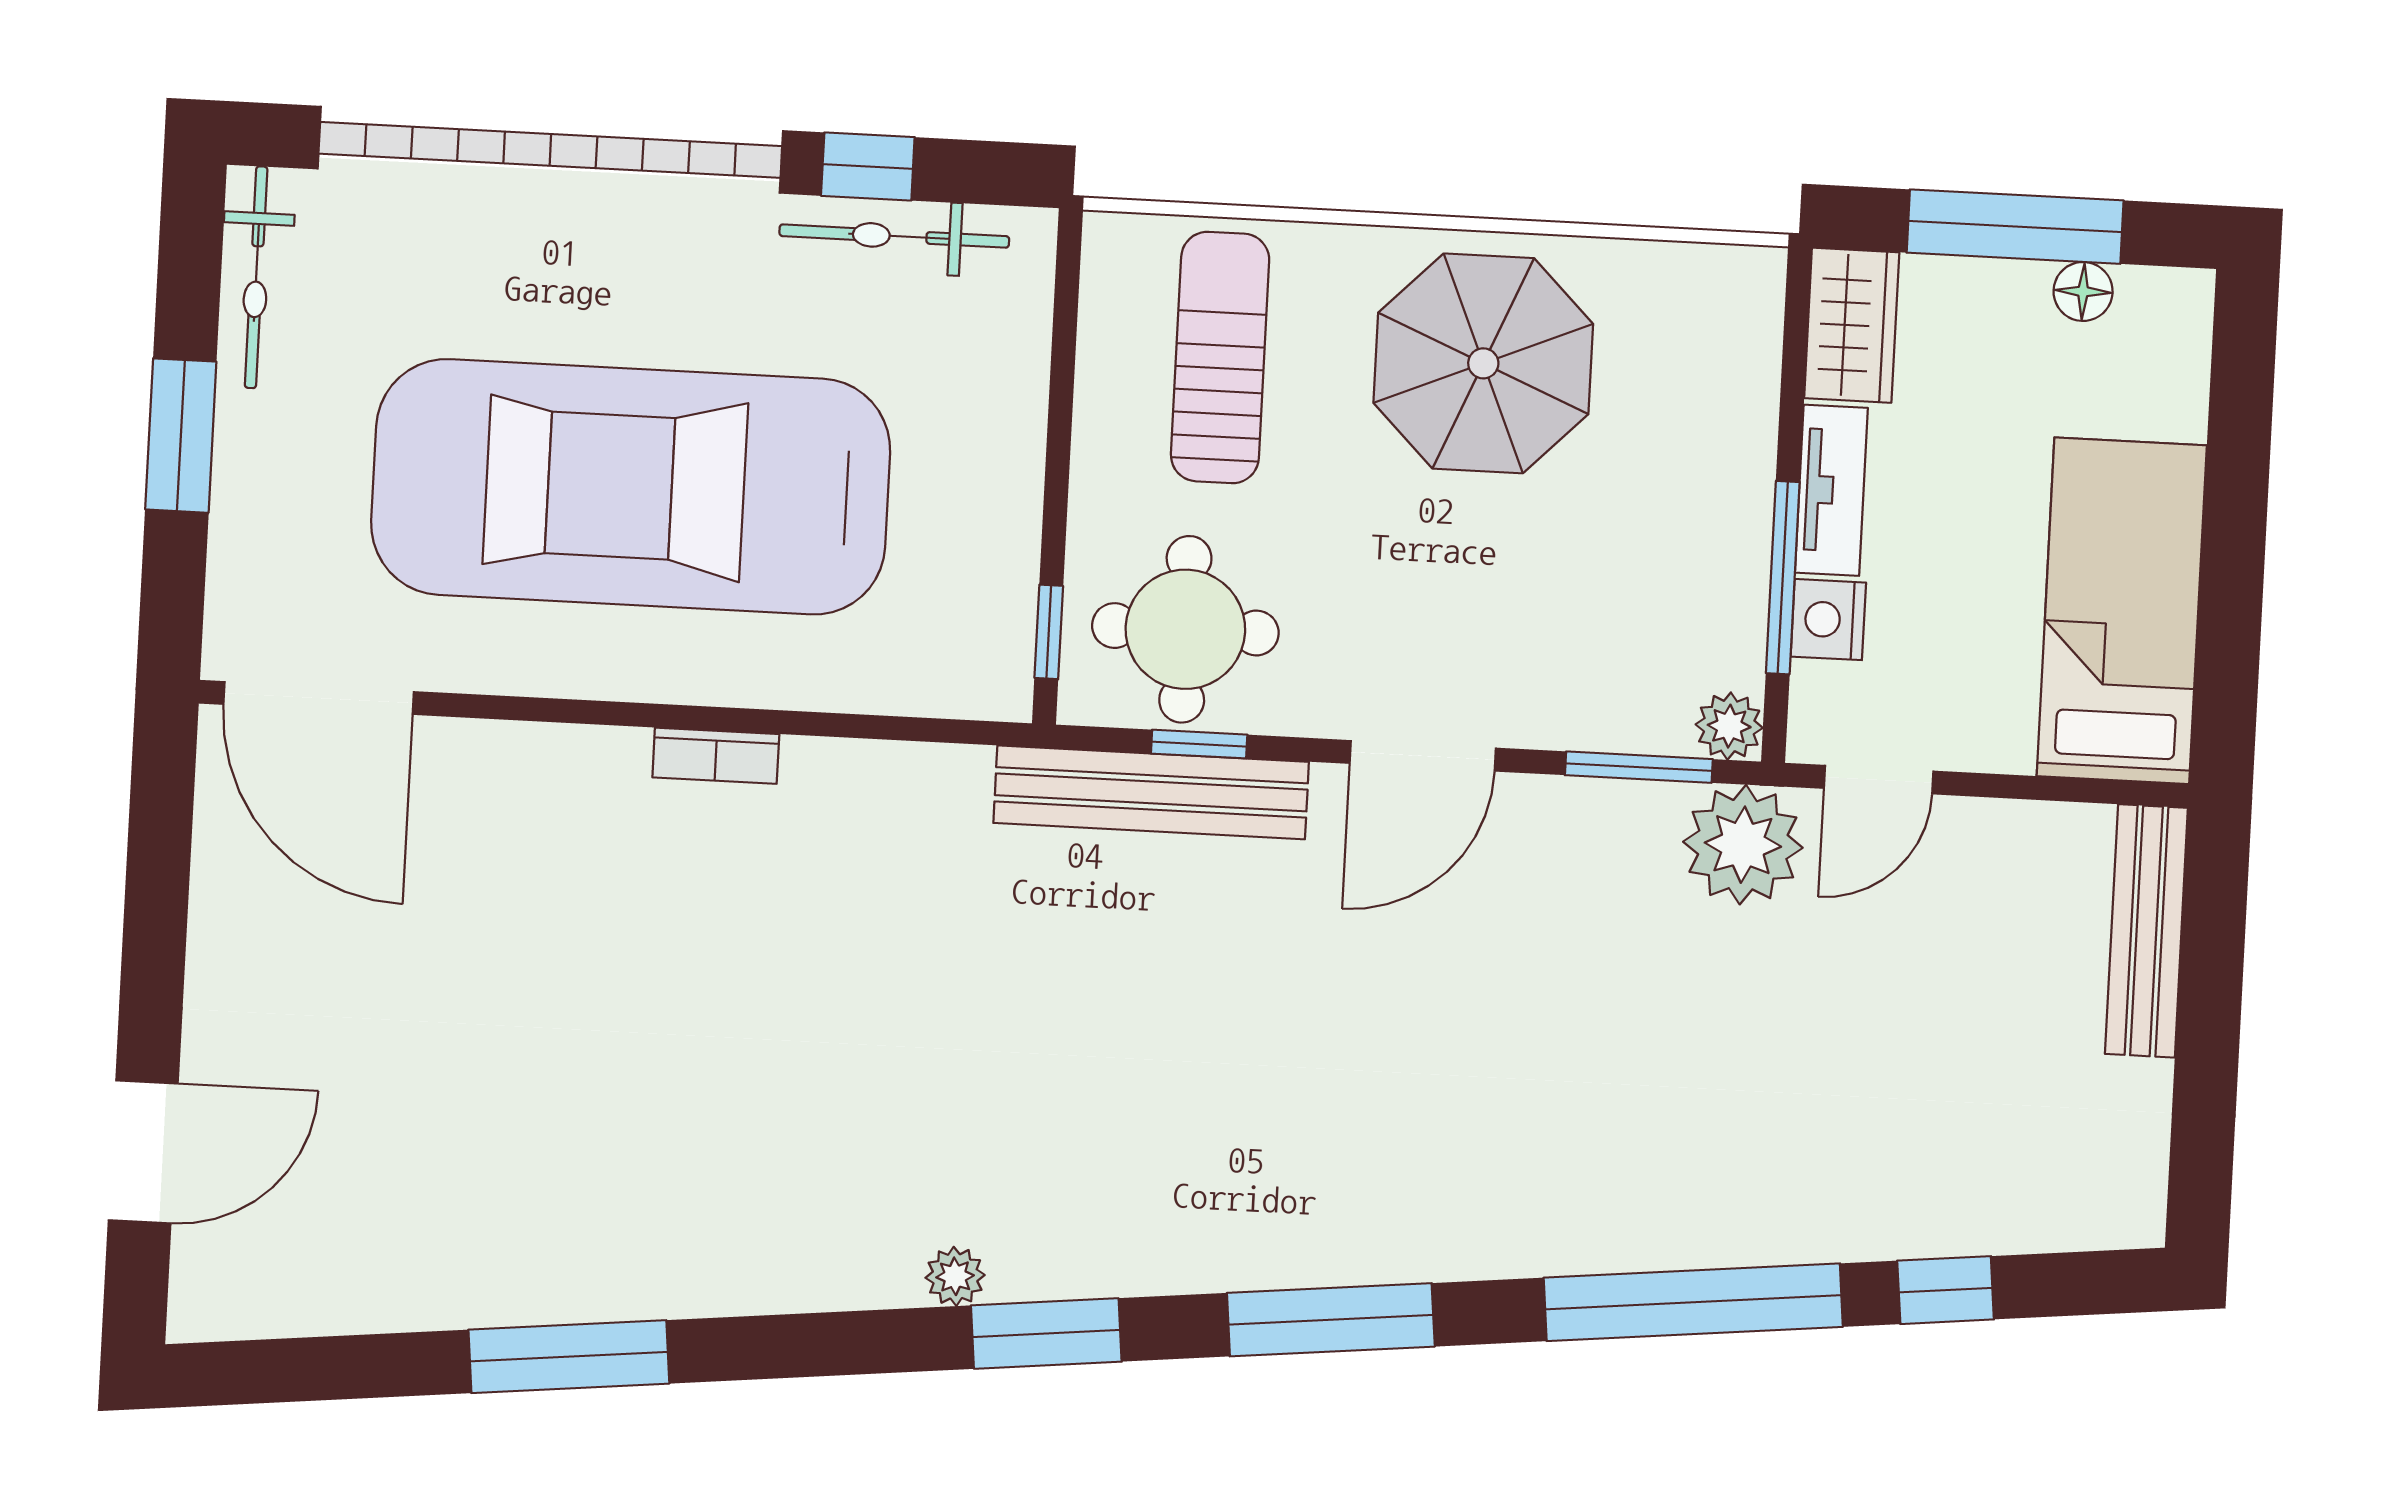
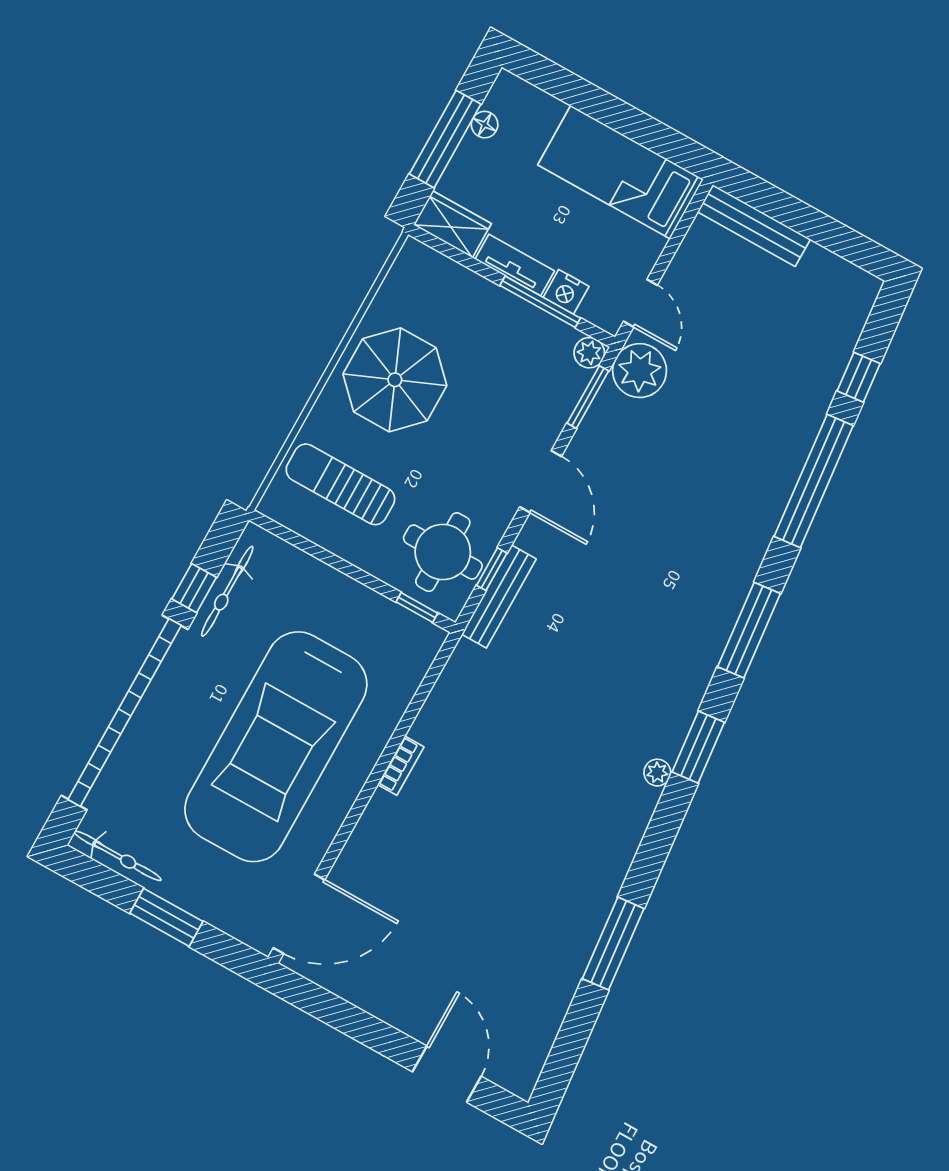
bench: (1151, 792) -> (499, 597), width x0.73, depth x0.82

